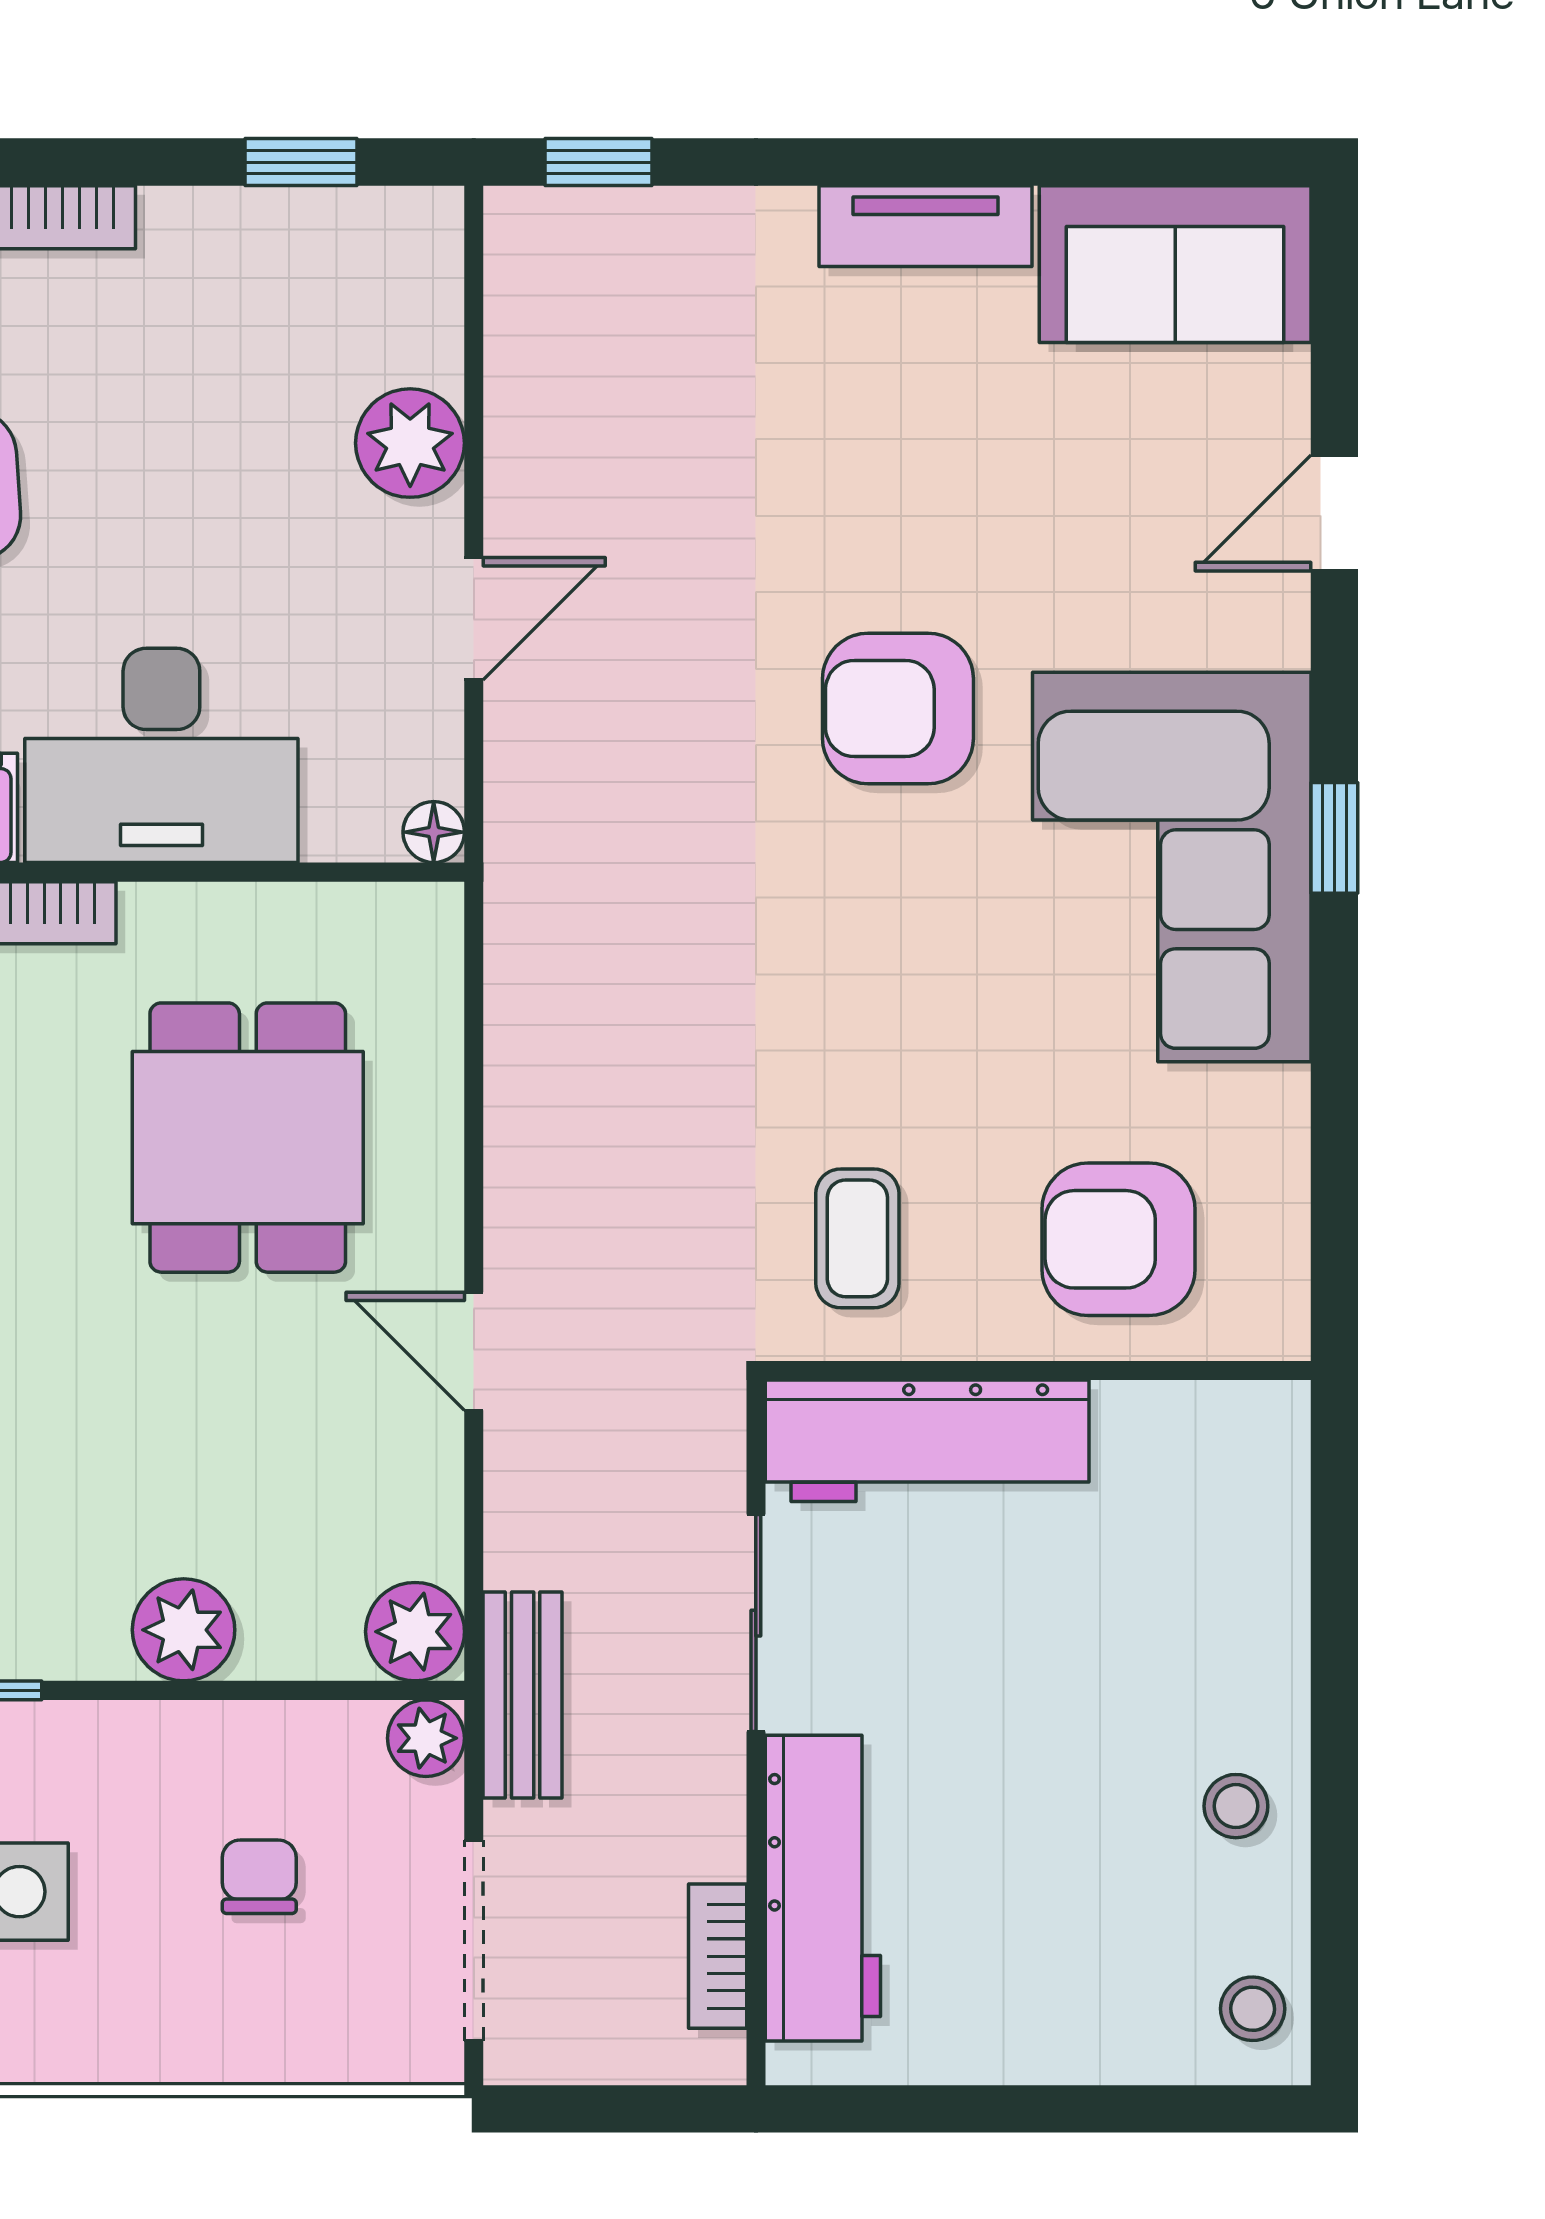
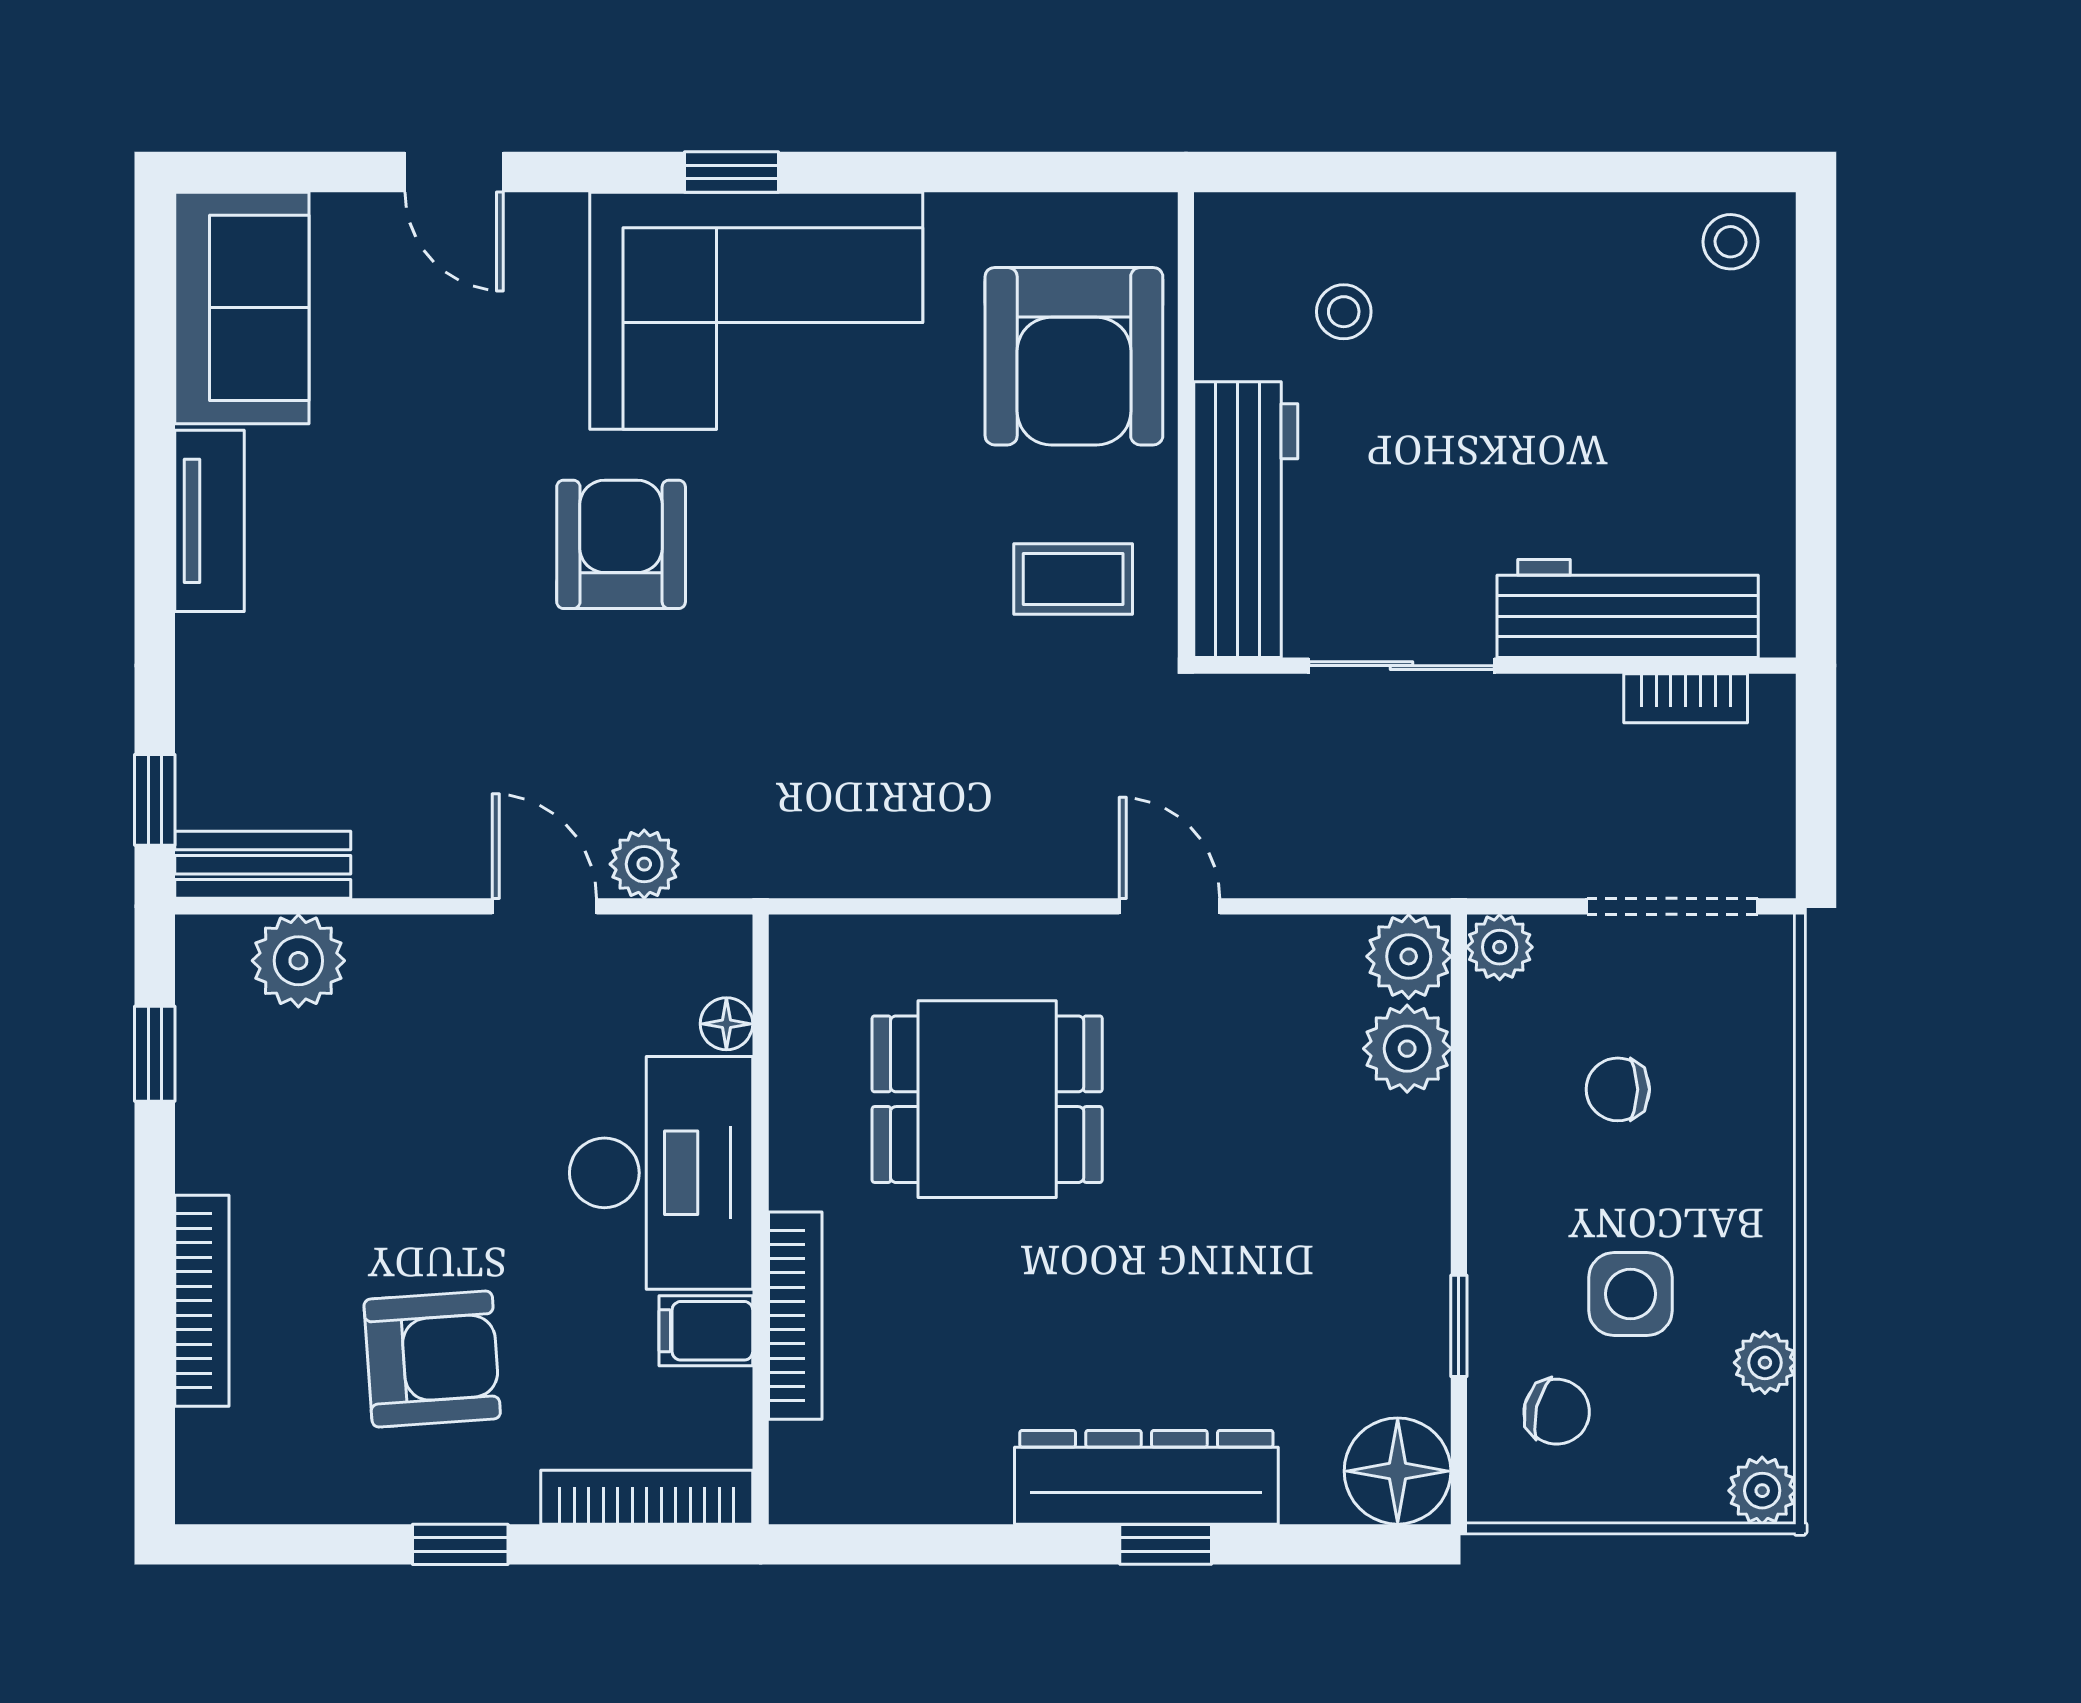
plant: (410, 443) -> (298, 961), moved
armchair: (898, 709) -> (621, 544), turned 180
plant: (523, 736) -> (644, 864), added
floor lamp: (434, 832) -> (726, 1024), moved
armchair: (1118, 1239) -> (1074, 356), width x1.36, depth x1.36
door: (474, 1351) -> (1169, 906), swing flipped
plant: (184, 1630) -> (1407, 1049), moved
bench: (523, 1695) -> (263, 865), moved
stool: (1236, 1806) -> (1344, 312), moved

